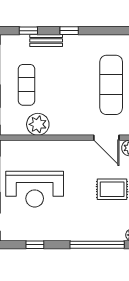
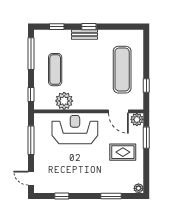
bench: (46, 40) -> (85, 34), moved
reception desk: (35, 189) -> (75, 130), moved, turned 180
window: (97, 245) -> (111, 196), width x0.47

